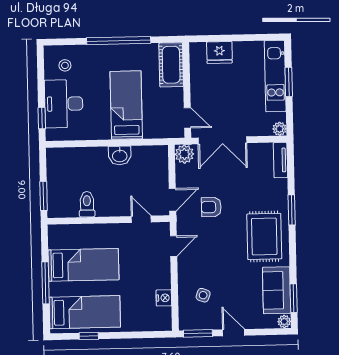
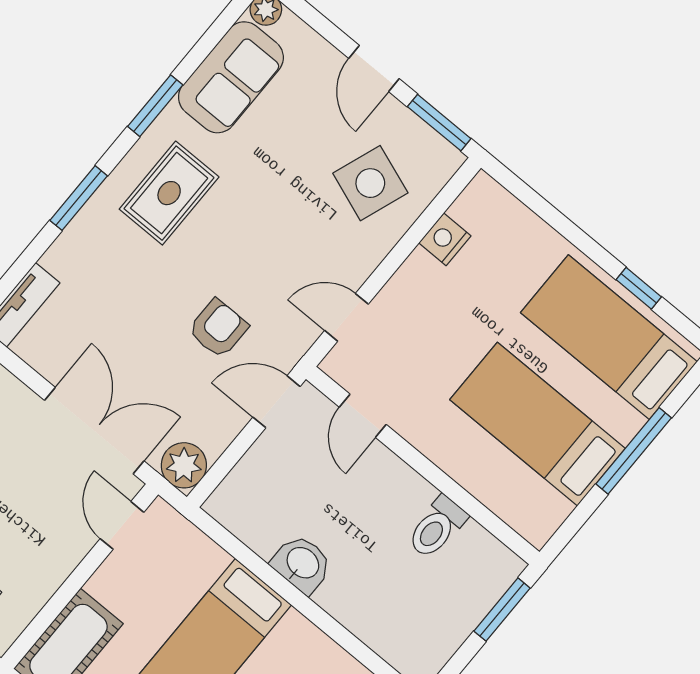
armchair: (211, 207) -> (218, 328), turned -90
rug: (264, 236) -> (169, 193), width x0.73, depth x0.70
side table: (203, 295) -> (370, 183), width x1.87, depth x1.87
window: (294, 298) -> (155, 106), moved

